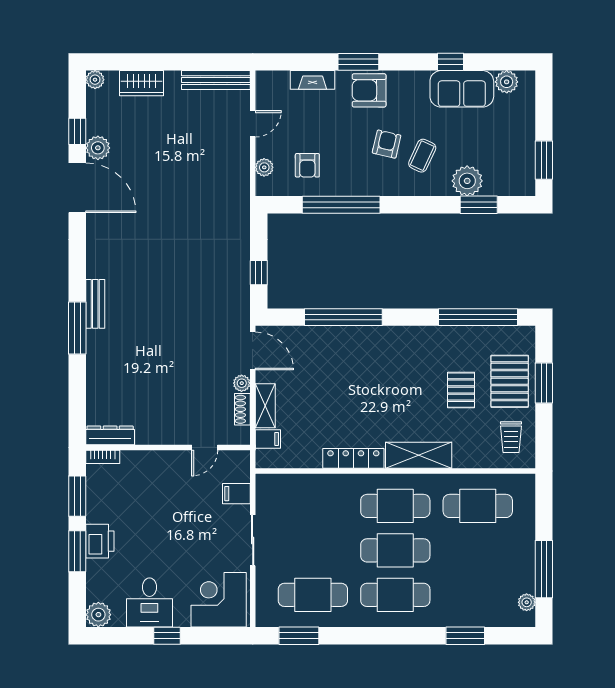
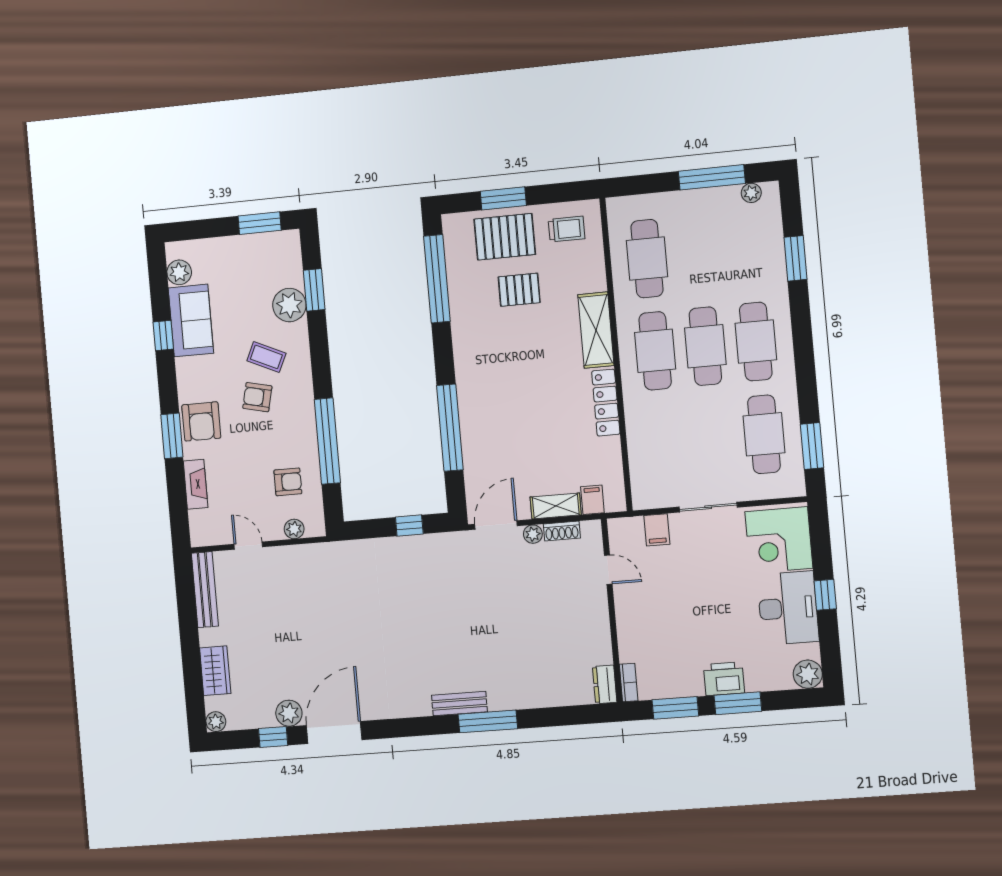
dresser: (110, 435) -> (605, 684), width x0.70
desk: (149, 602) -> (788, 608), width x1.37

